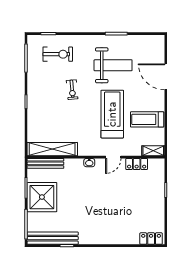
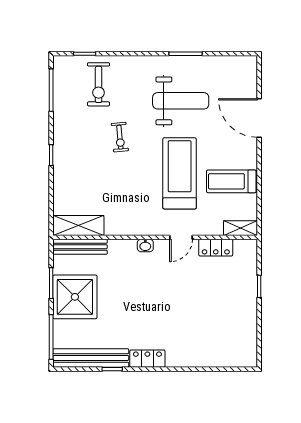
exercise bike: (58, 54) -> (99, 84), turned 90
shelving: (52, 149) -> (78, 226), width x0.68
locker: (151, 239) -> (147, 359), moved

